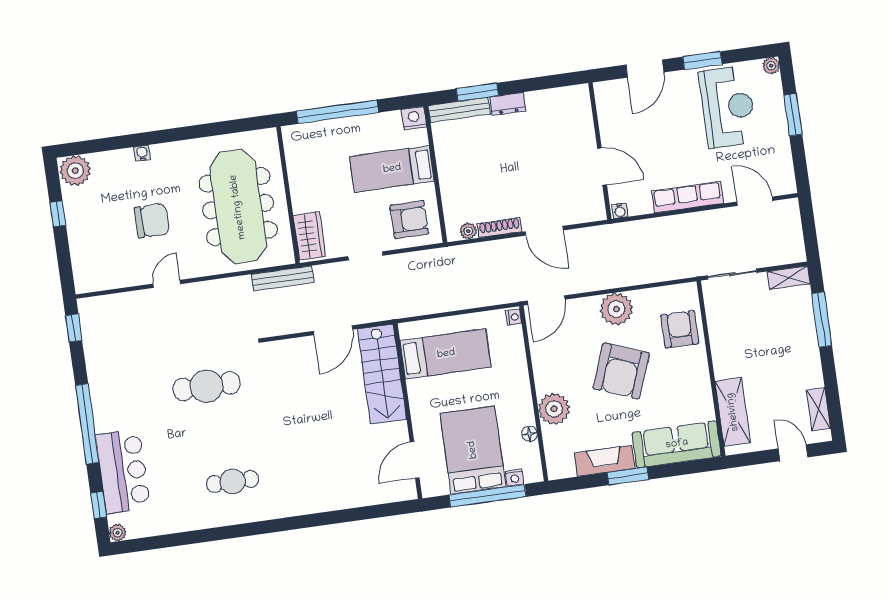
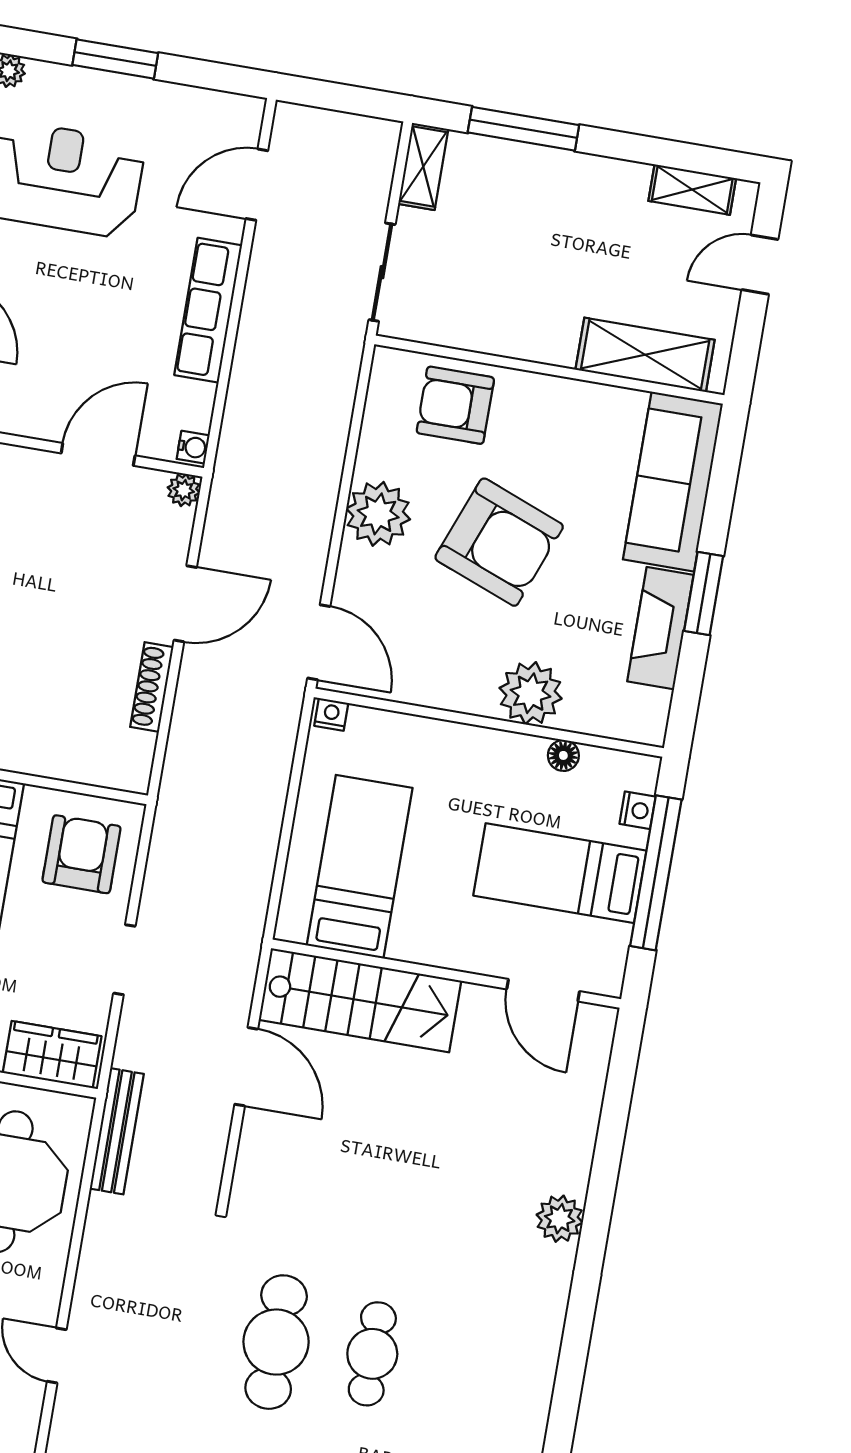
plant: (468, 231) -> (184, 490), moved
bed: (473, 450) -> (560, 873), width x0.67
cafe table: (232, 481) -> (372, 1354), moved
plant: (308, 502) -> (560, 1219), added

